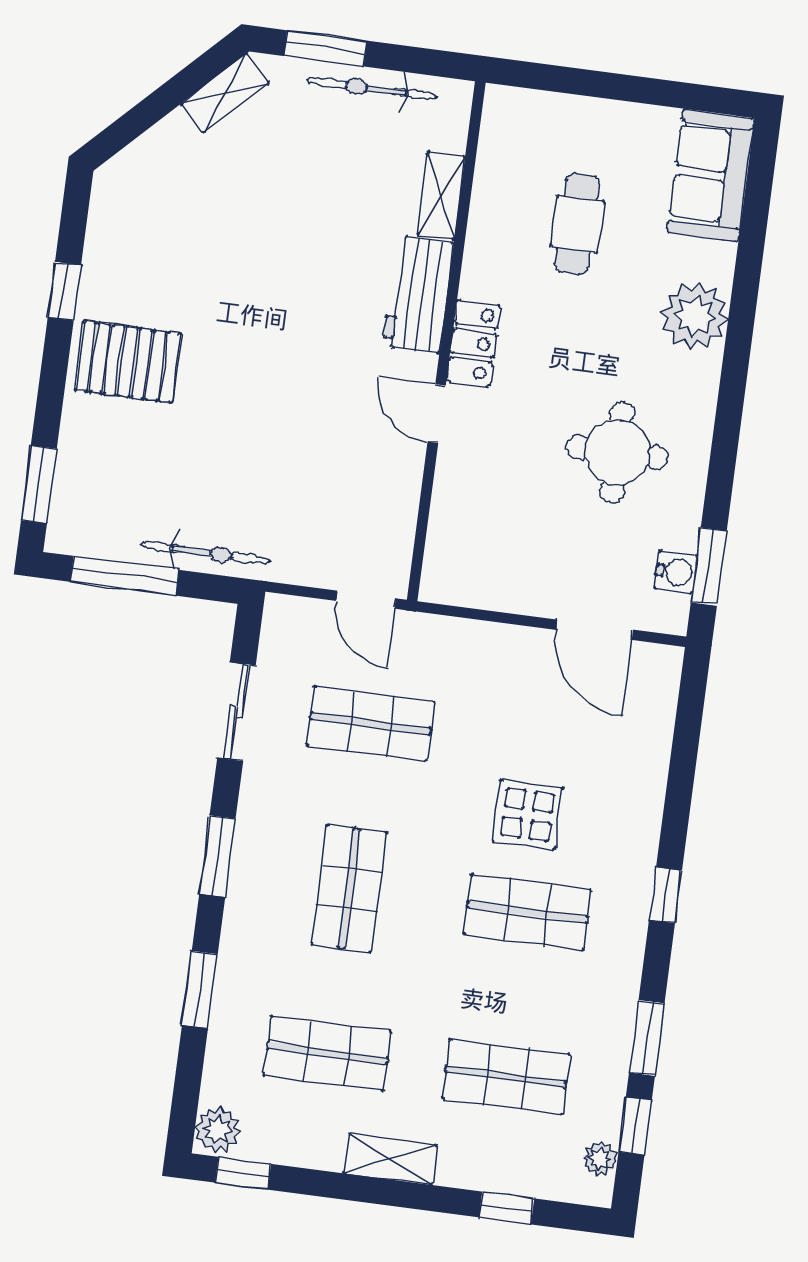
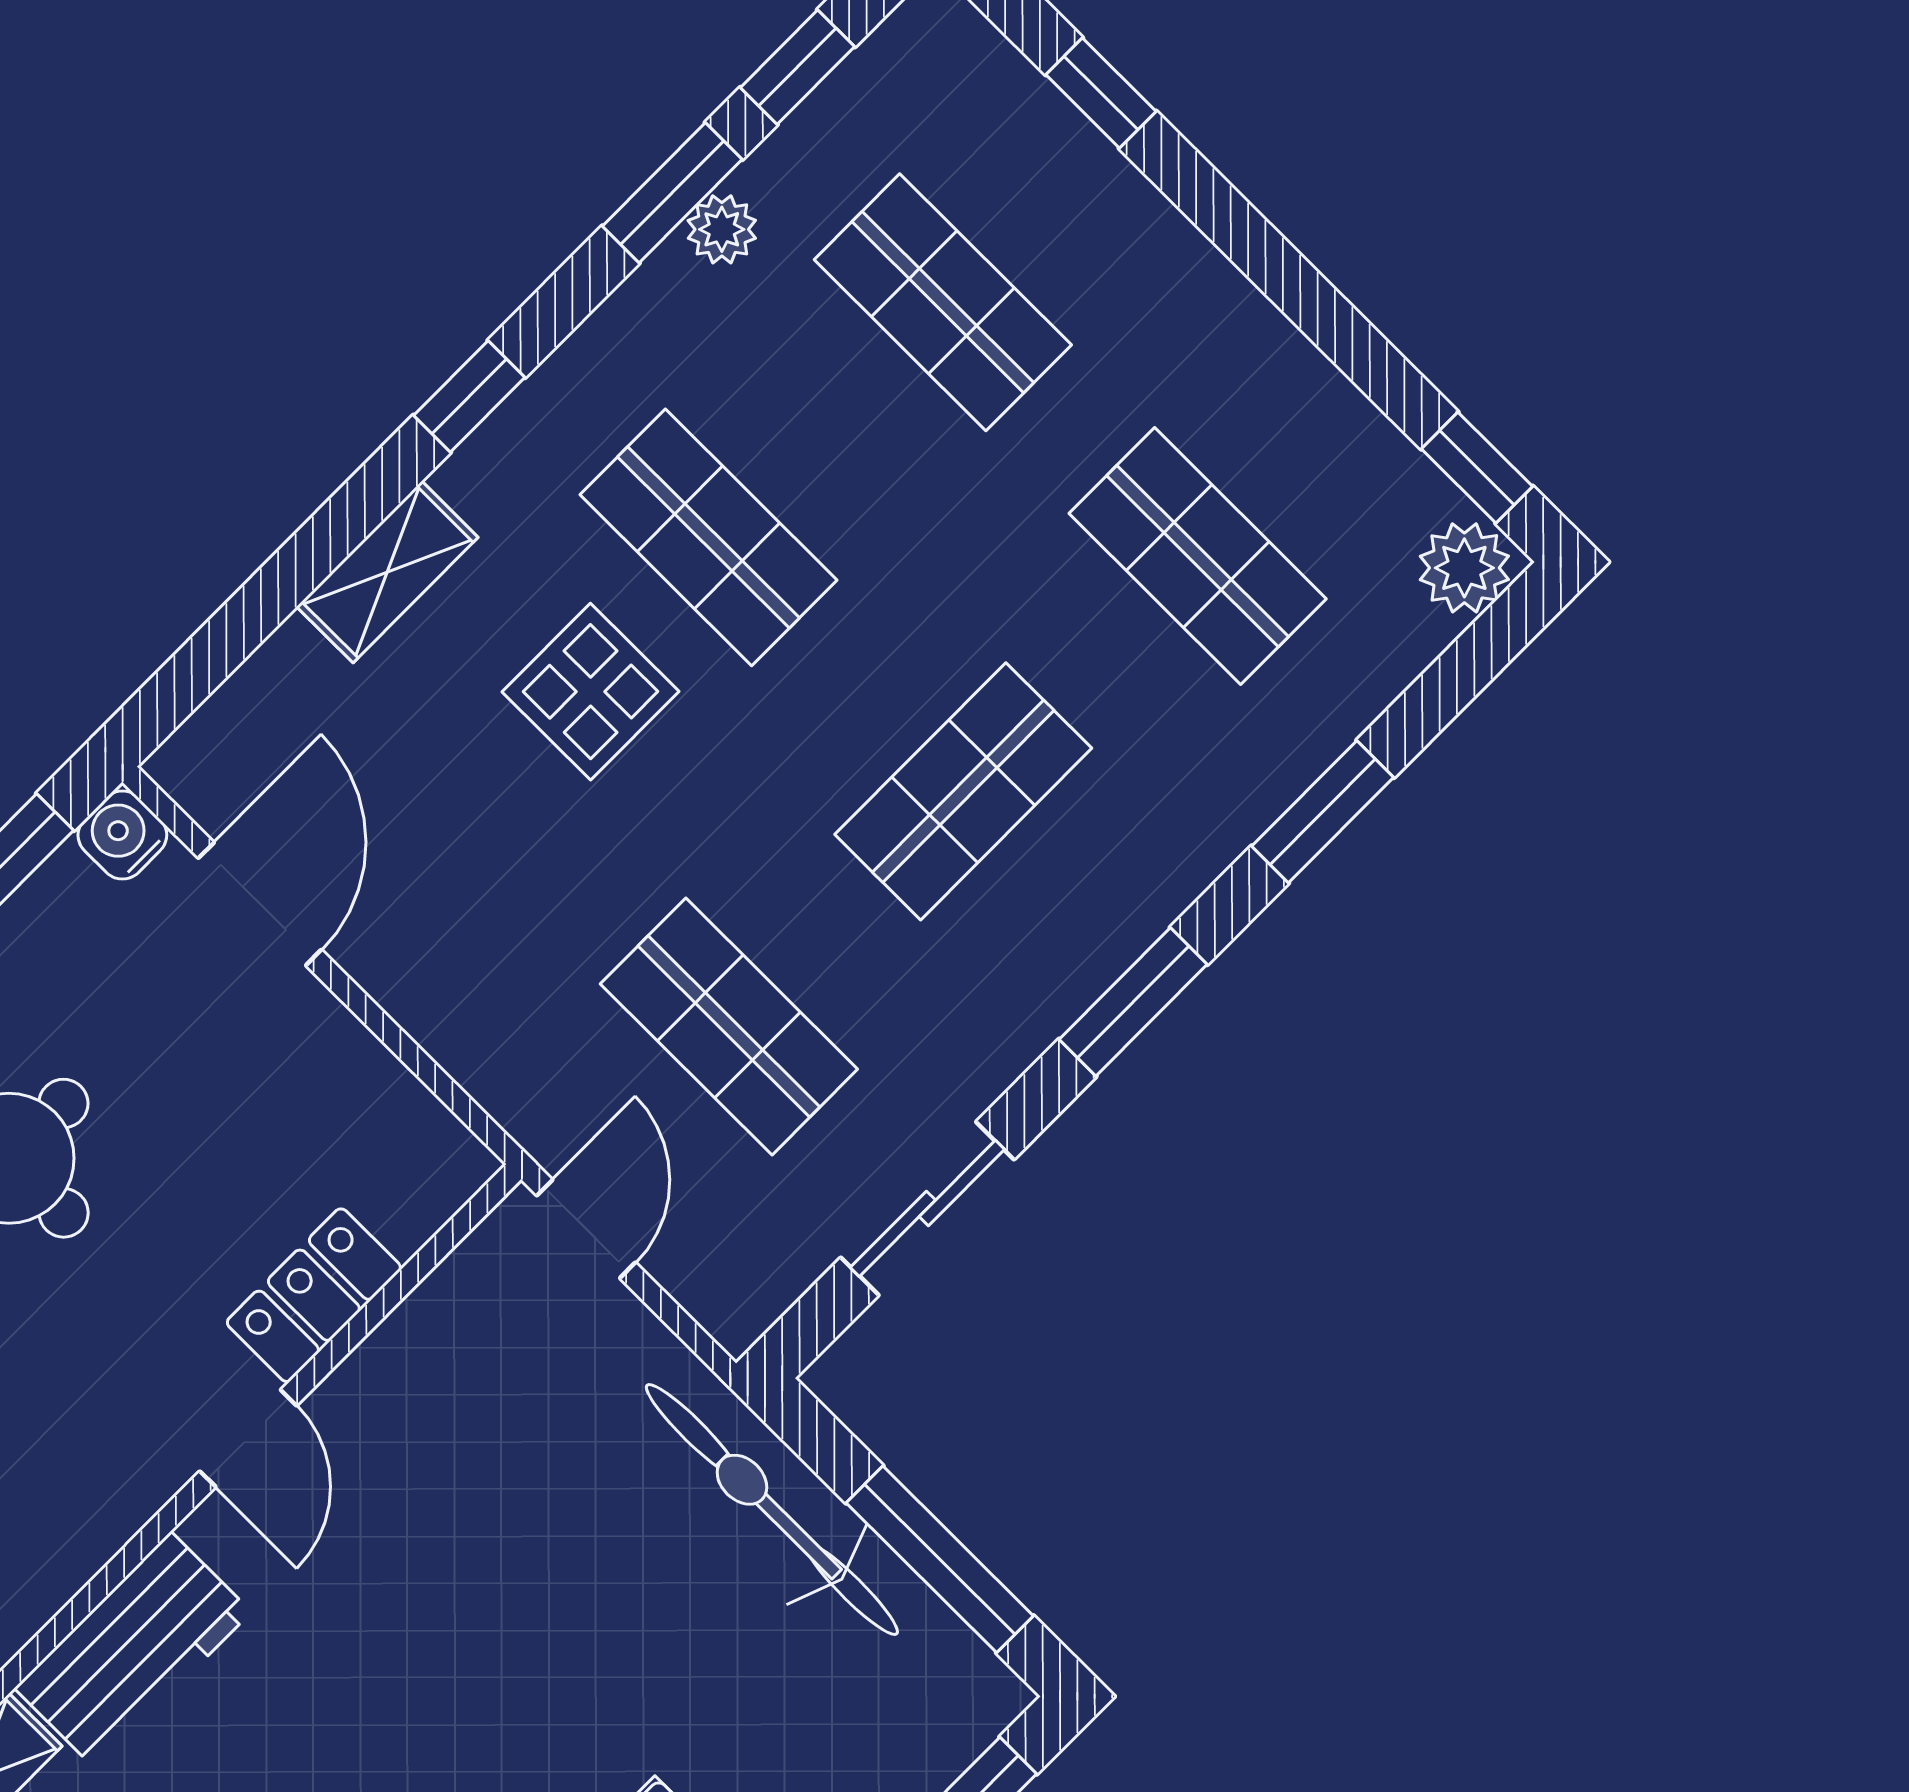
locker: (473, 343) -> (314, 1295), moved
bicycle: (206, 553) -> (772, 1510), width x1.37, depth x1.40
water cooler: (676, 572) -> (122, 835), moved
shelving: (390, 1159) -> (387, 572), moved, turned 90
plant: (600, 1159) -> (722, 229), moved

